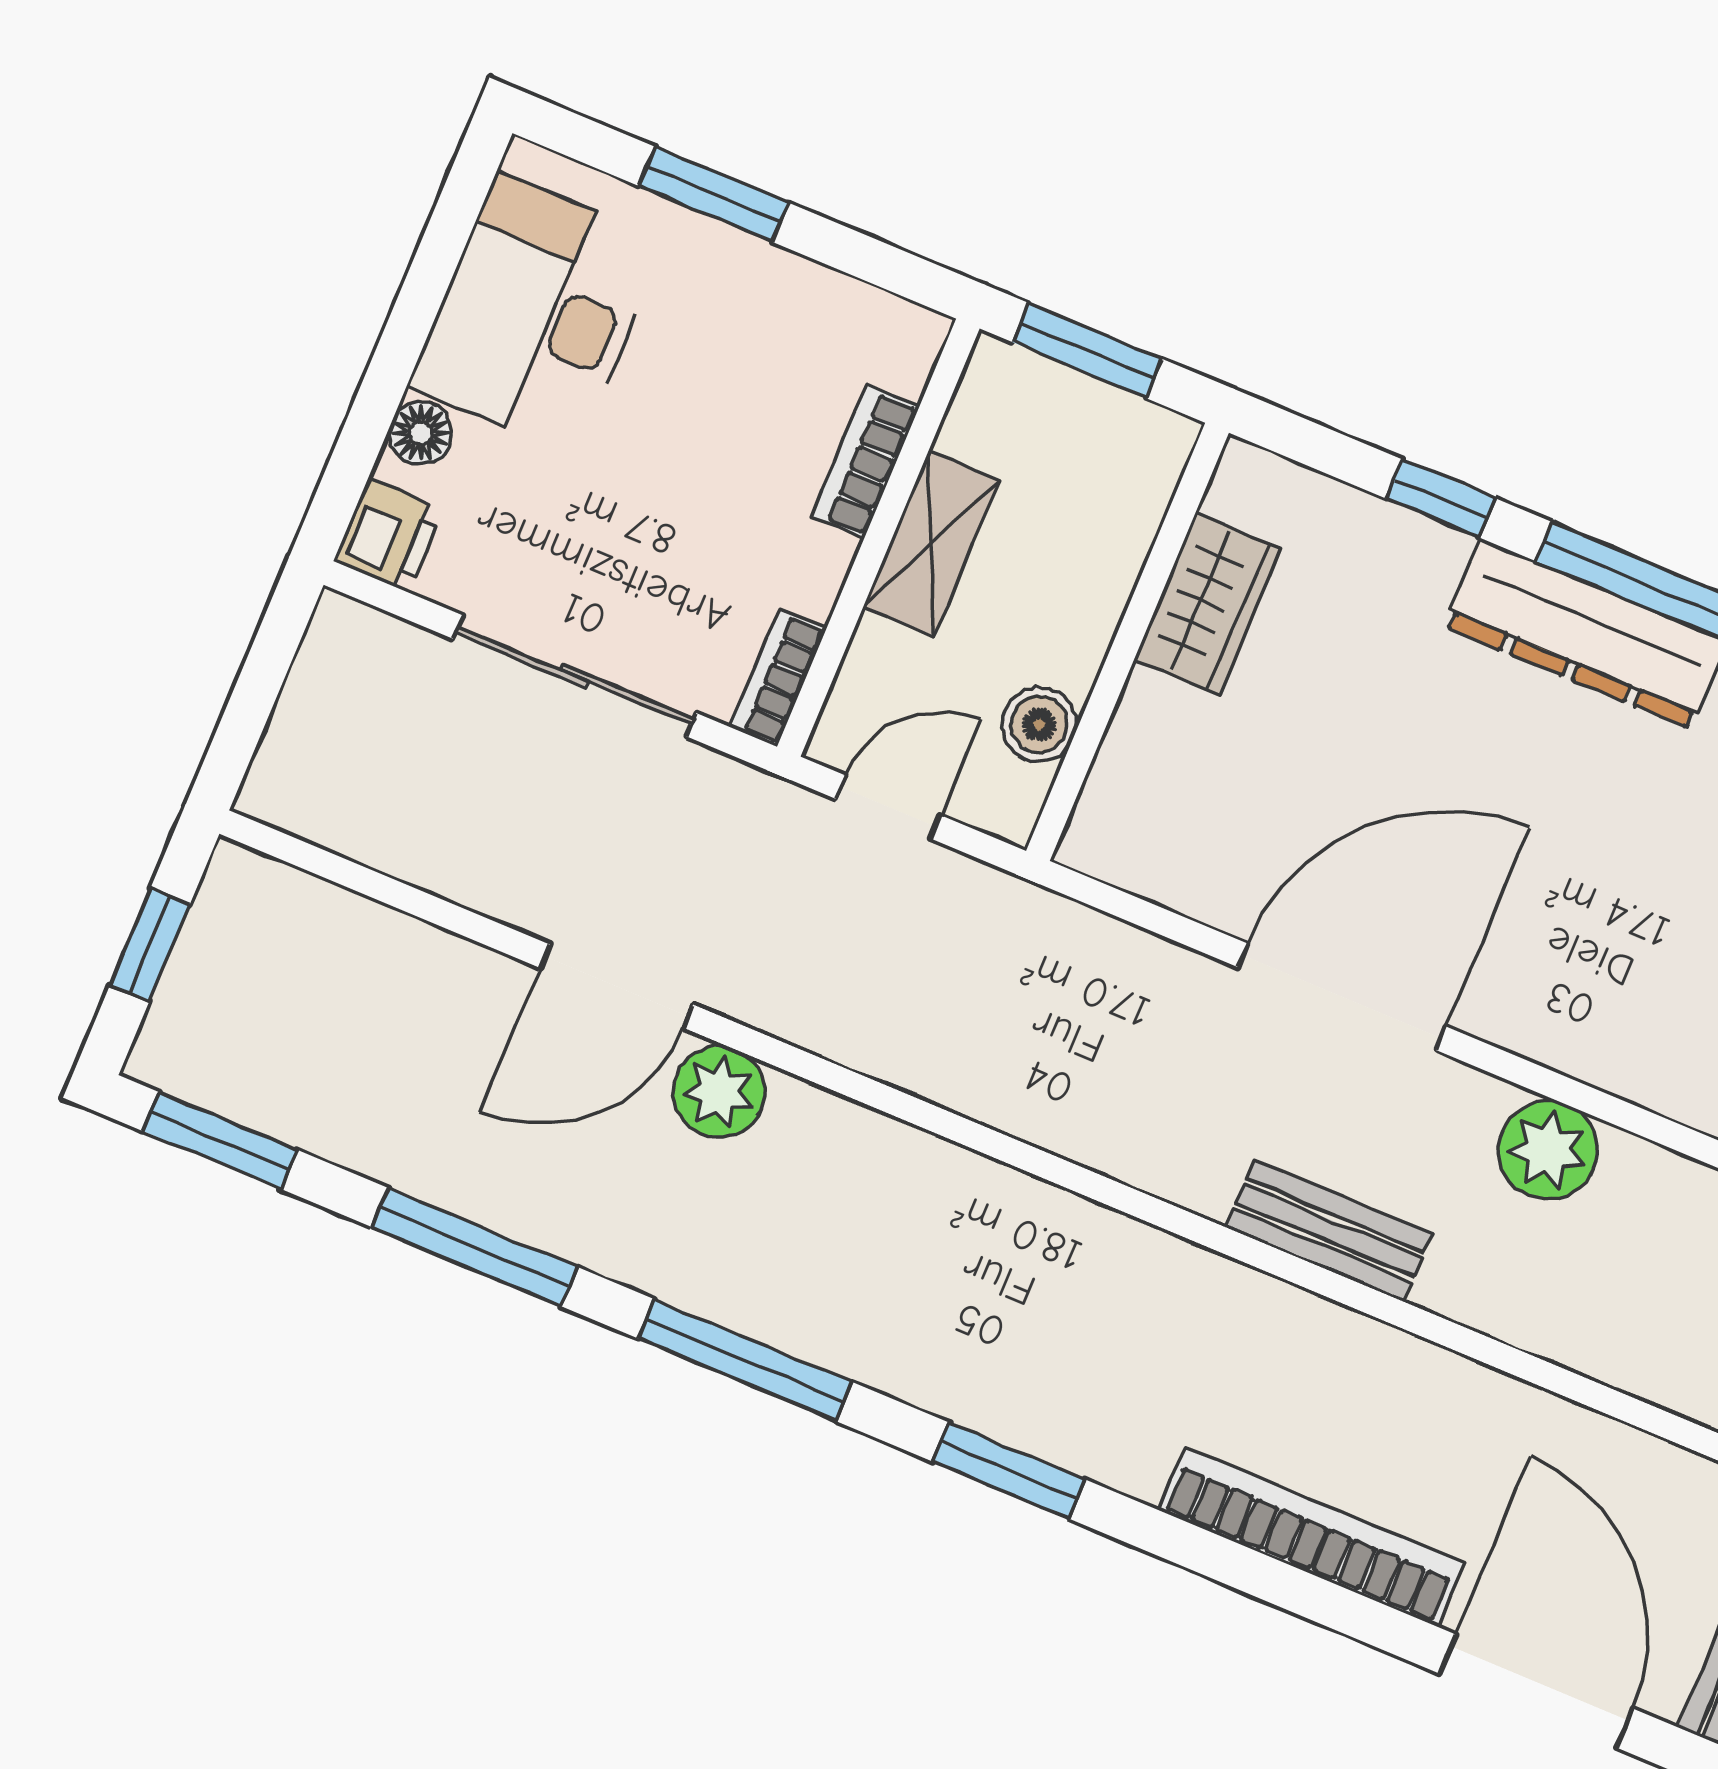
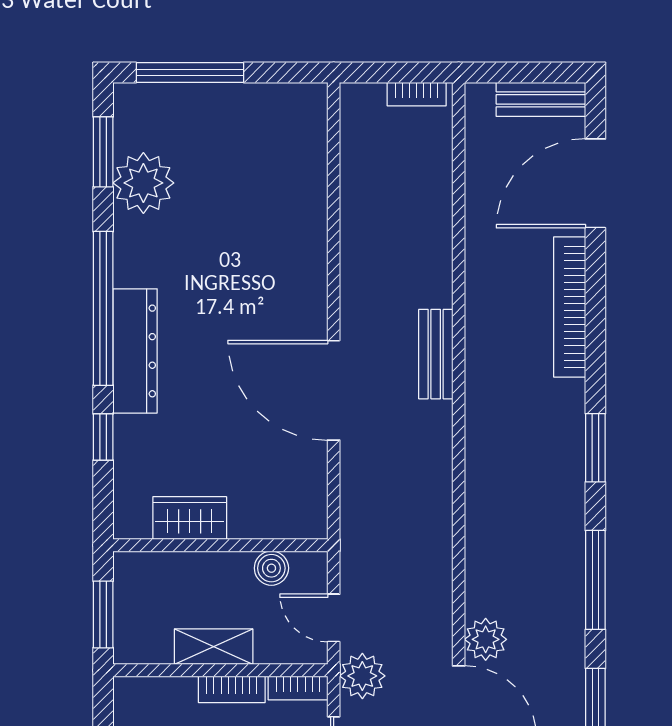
bookcase: (865, 461) -> (232, 689), moved
plant: (1548, 1150) -> (362, 676), moved

